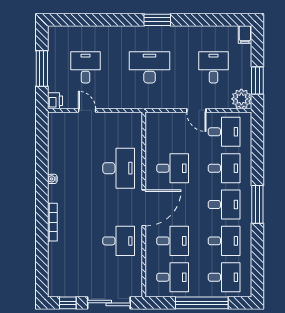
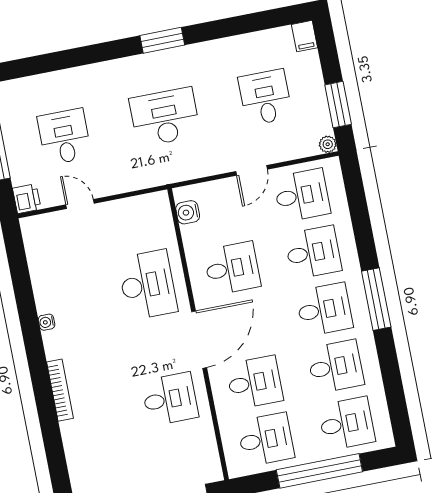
plant: (241, 99) -> (328, 144), width x0.53, depth x0.53
door: (196, 110) -> (252, 170), hinge flipped
water cooler: (152, 128) -> (188, 212), added

